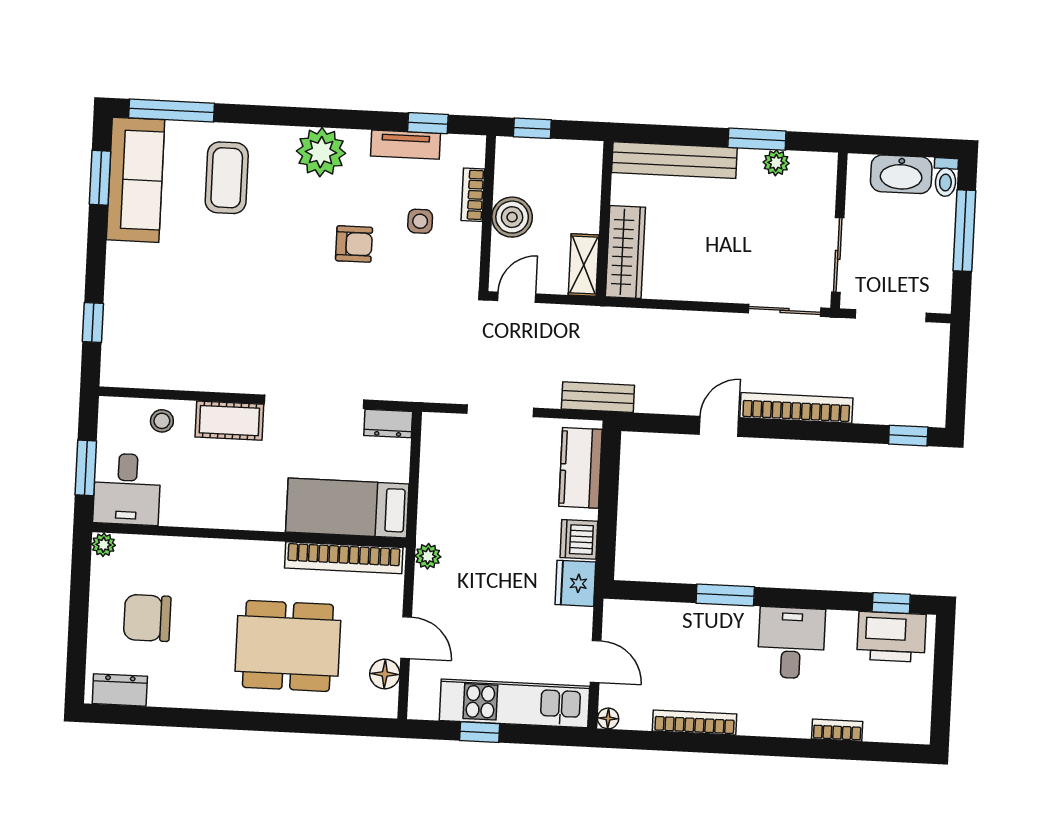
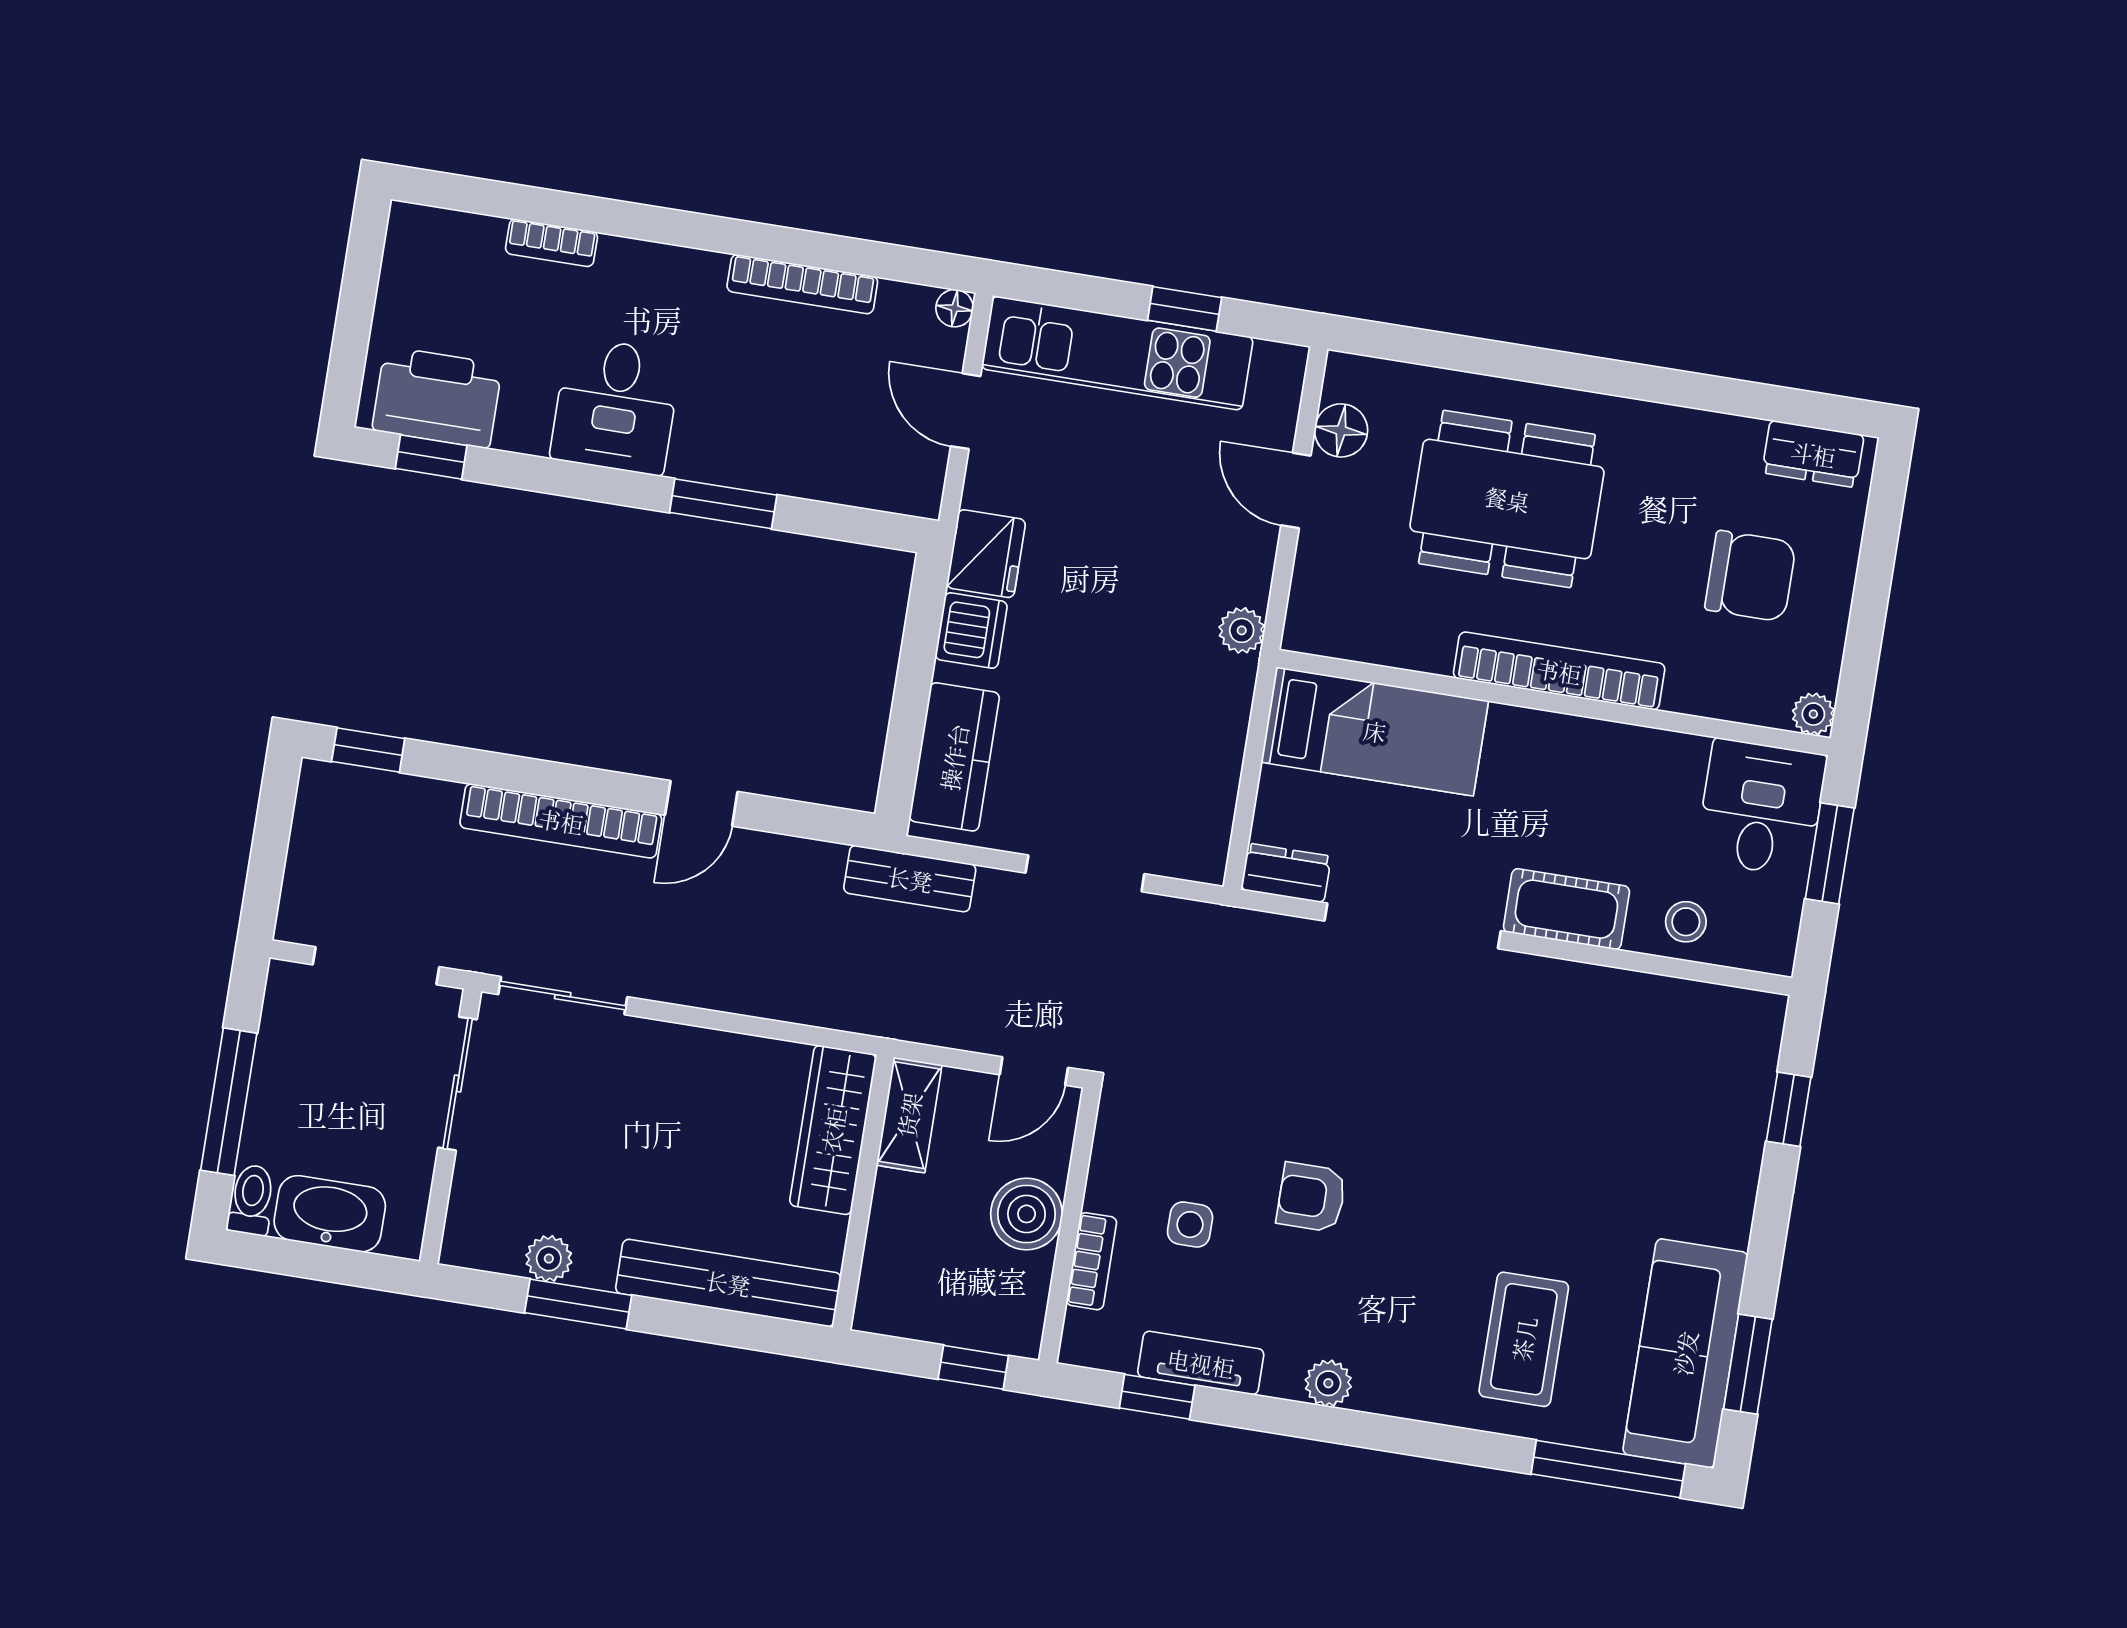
plant: (321, 152) -> (1328, 1383), width x0.53, depth x0.53
bookcase: (344, 558) -> (1559, 671), moved

